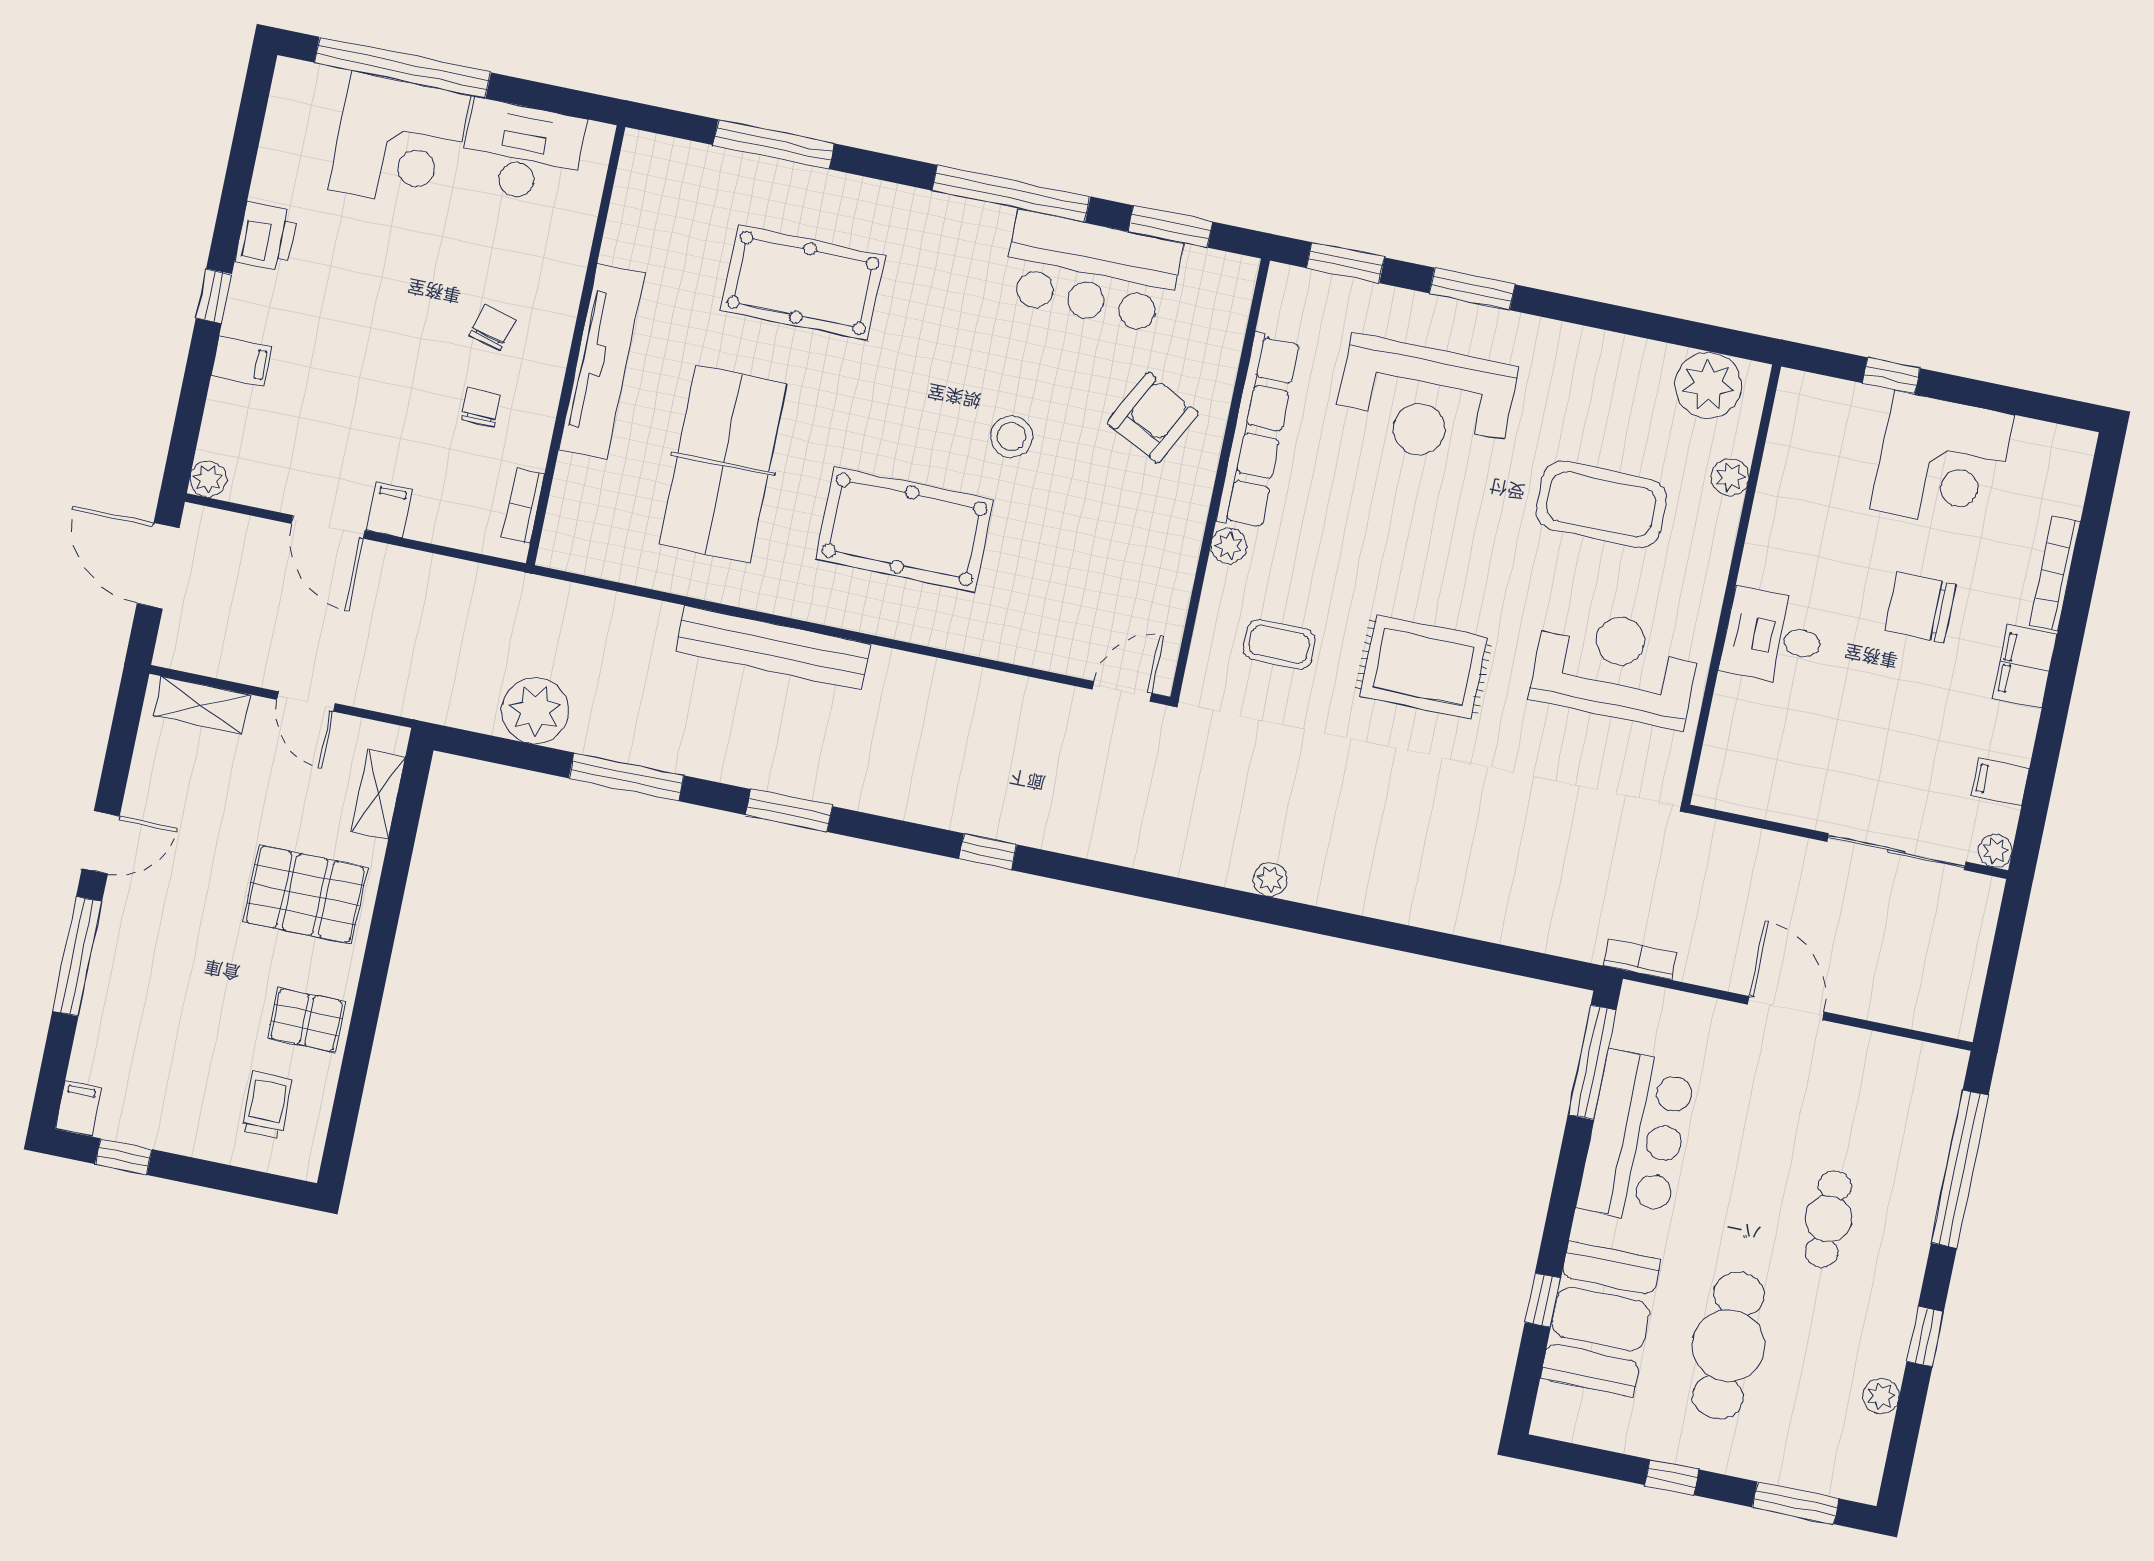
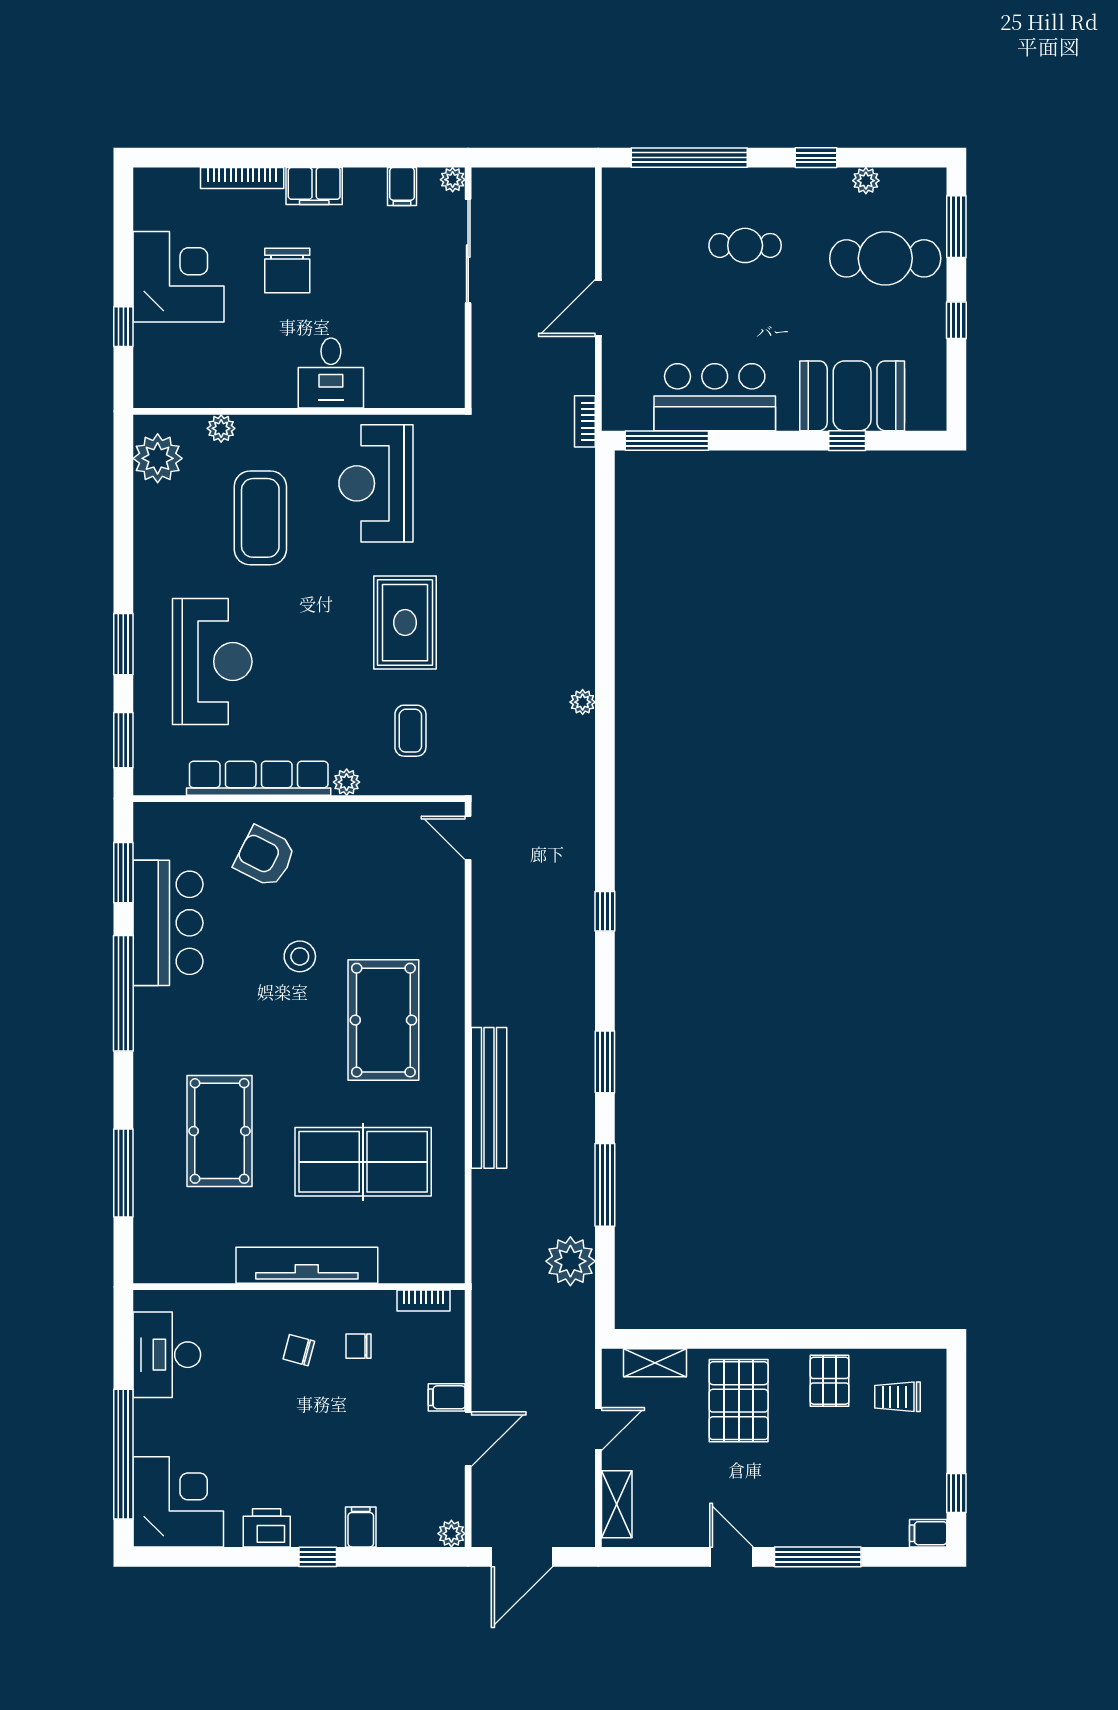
corner desk: (399, 142) -> (178, 1502), moved
cafe table: (1728, 1345) -> (885, 258), moved

